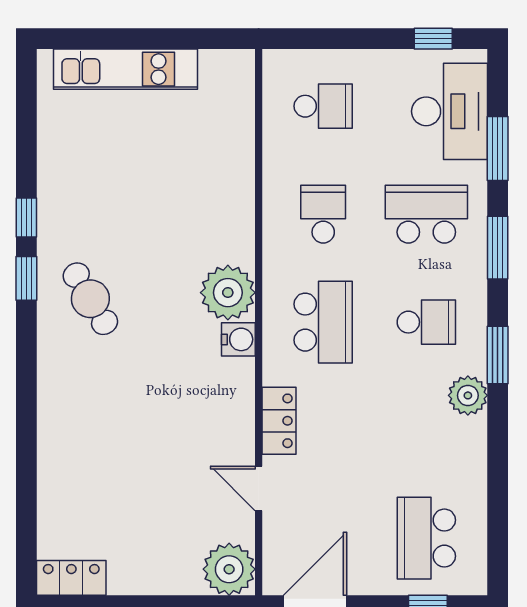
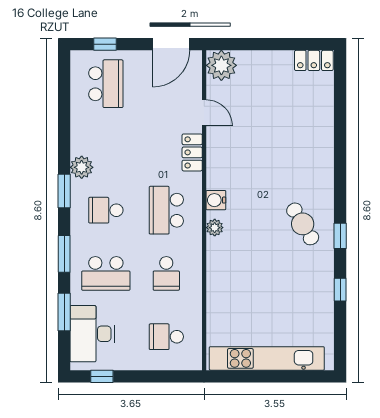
kitchen unit: (125, 69) -> (267, 358), width x1.36
window: (26, 218) -> (340, 290), moved
plant: (228, 293) -> (215, 228), width x0.53, depth x0.53

